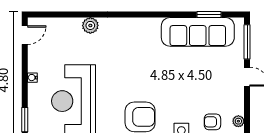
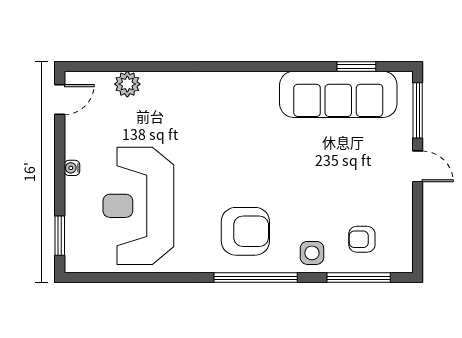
plant: (90, 25) -> (127, 84), moved
plant: (238, 121) -> (404, 238), removed

